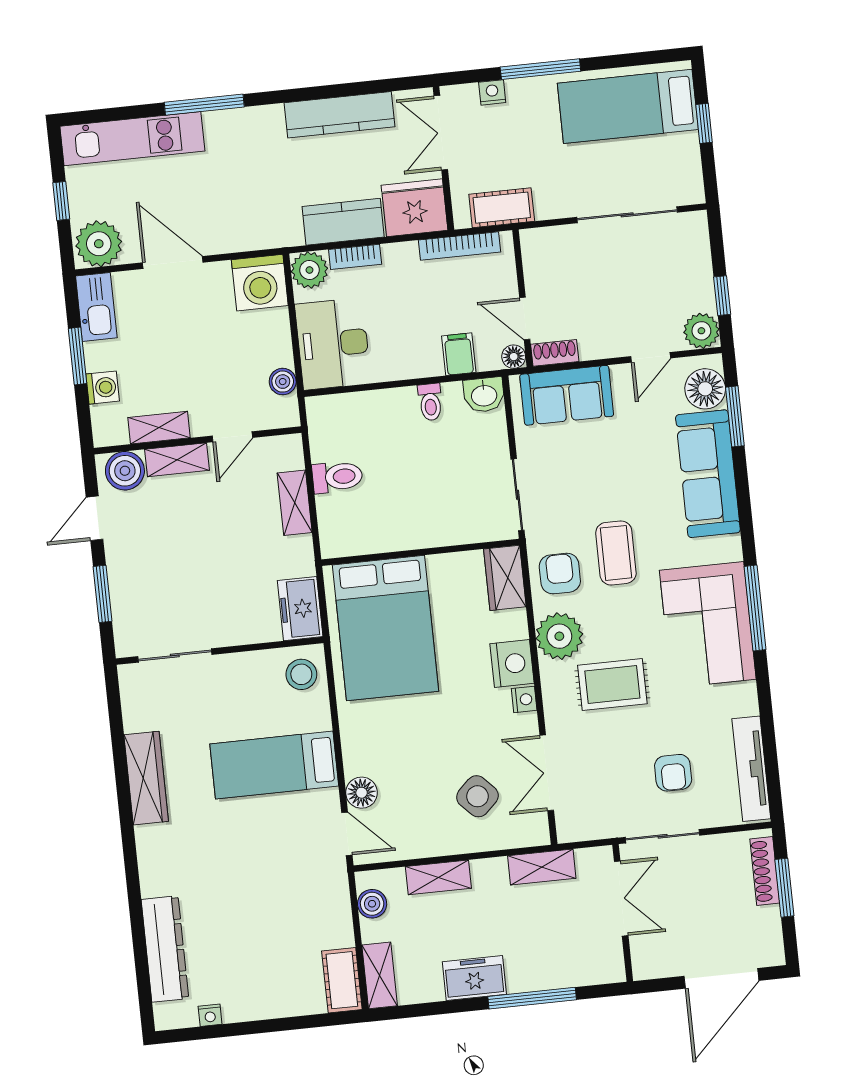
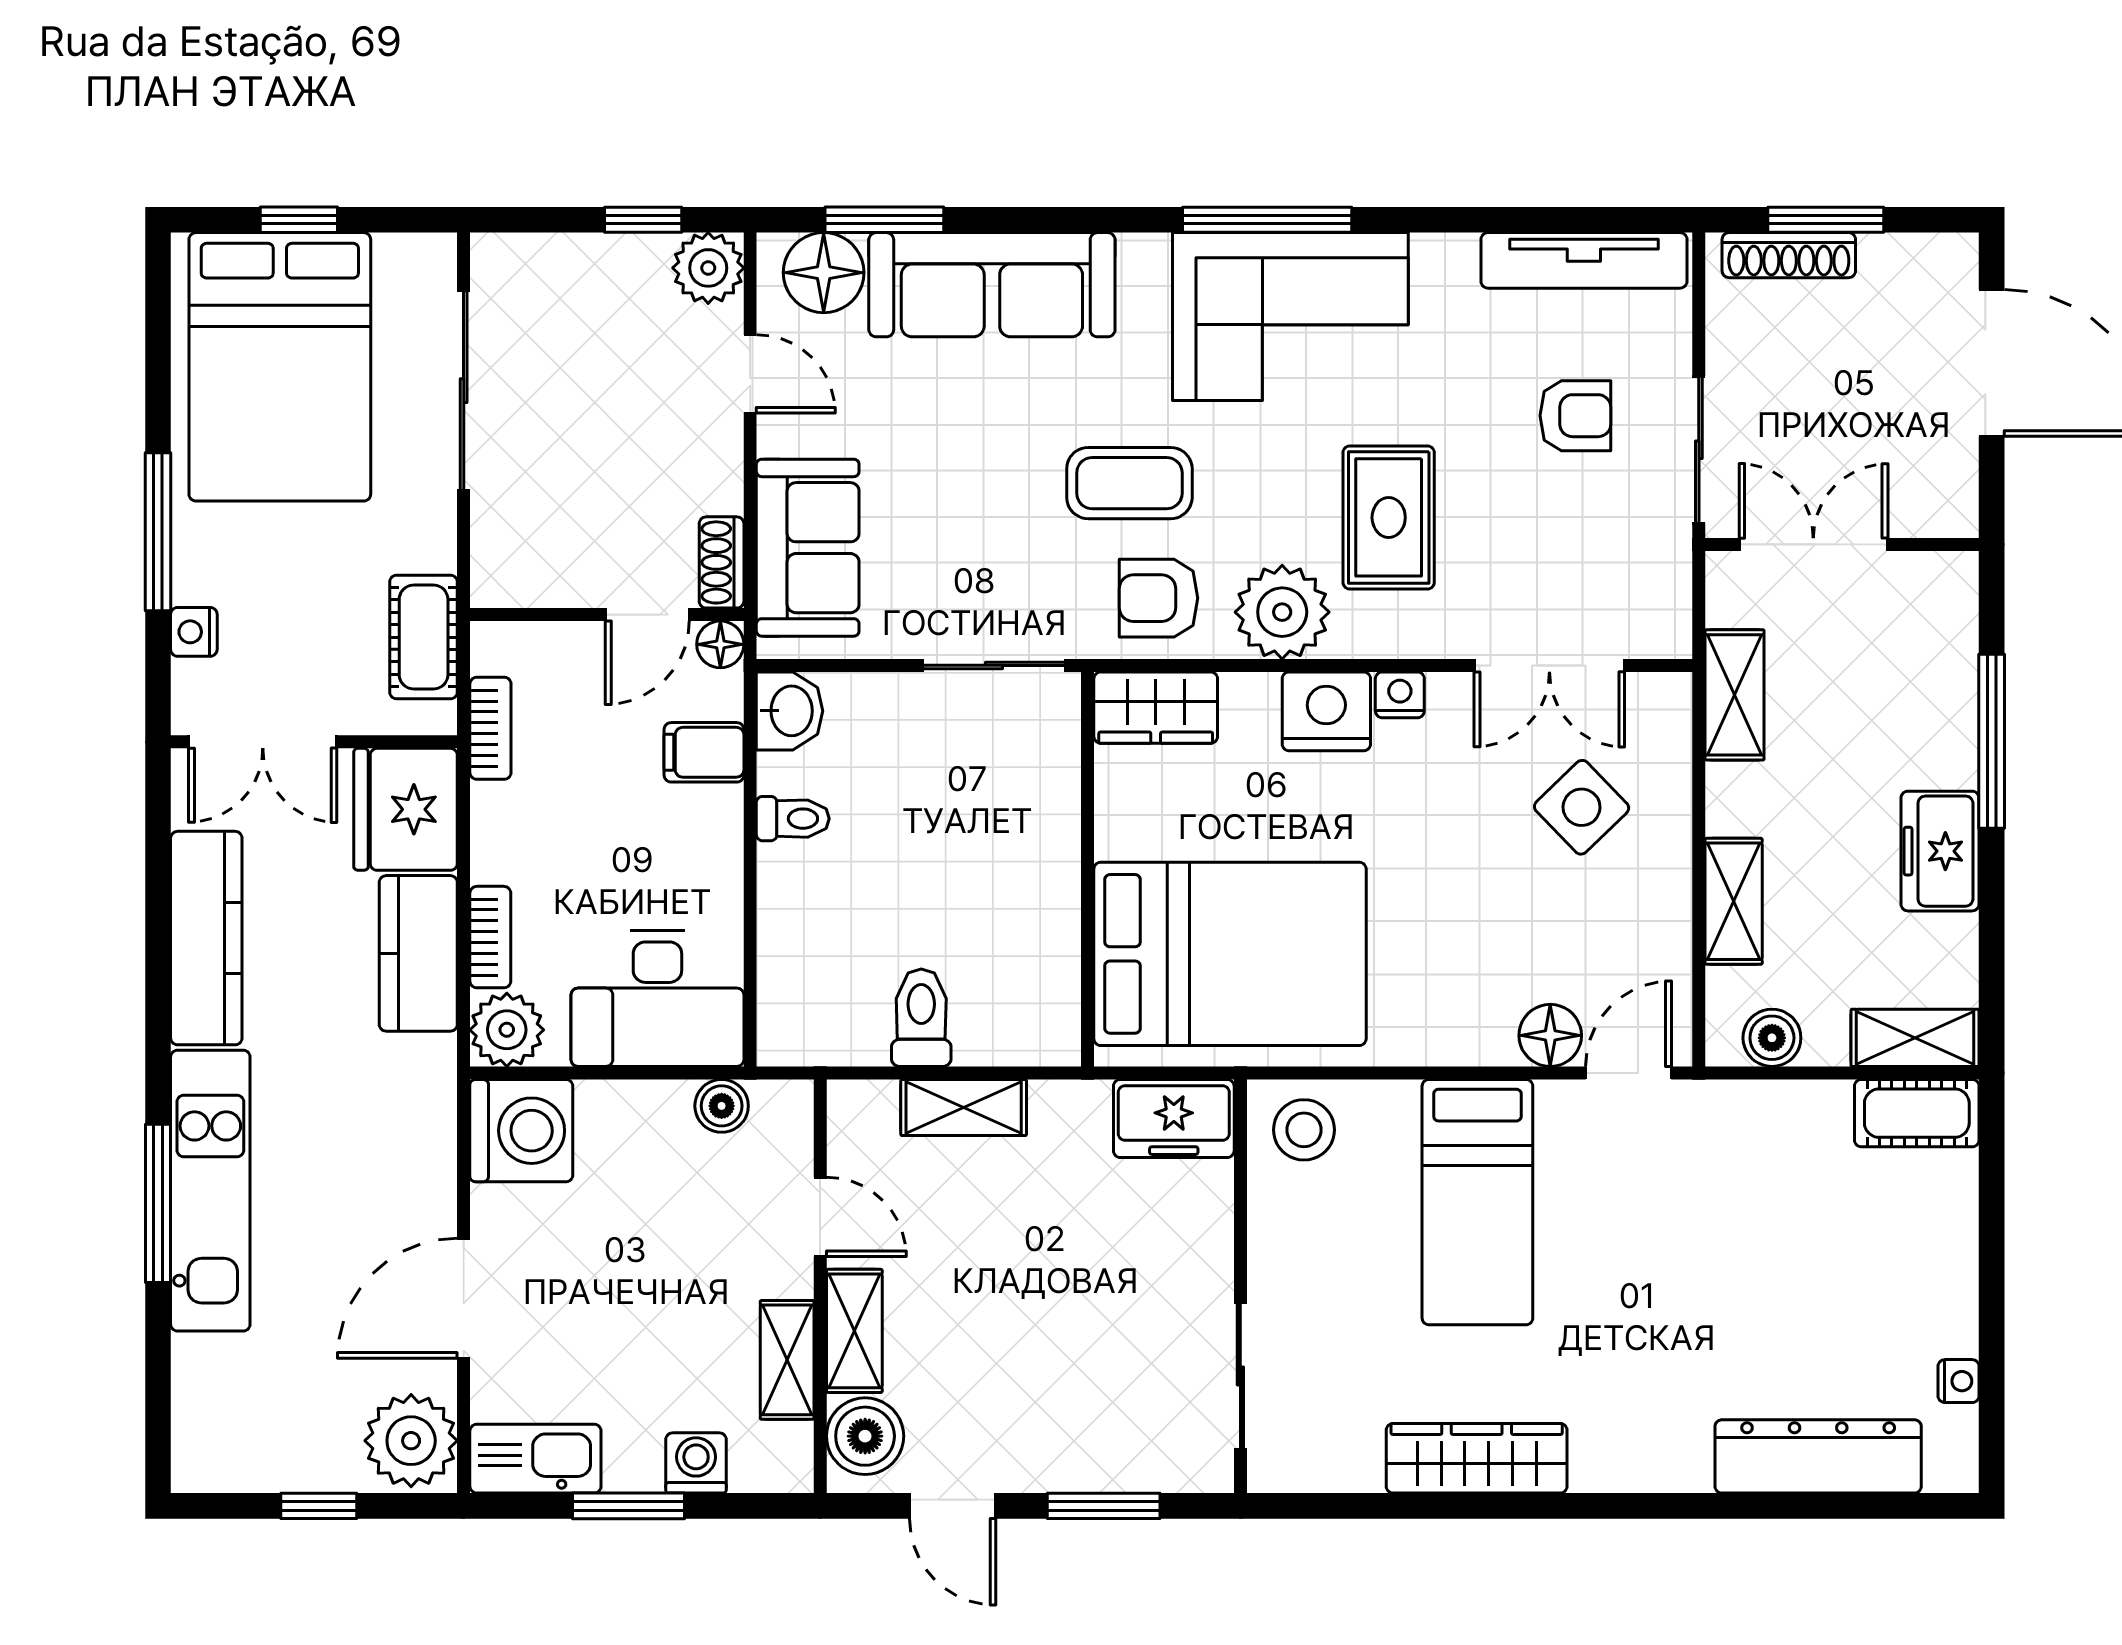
bed: (628, 106) -> (280, 367), width x1.50
kitchen unit: (132, 139) -> (210, 1191), moved
bookcase: (460, 246) -> (490, 728), width x0.64

